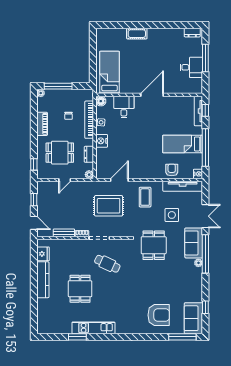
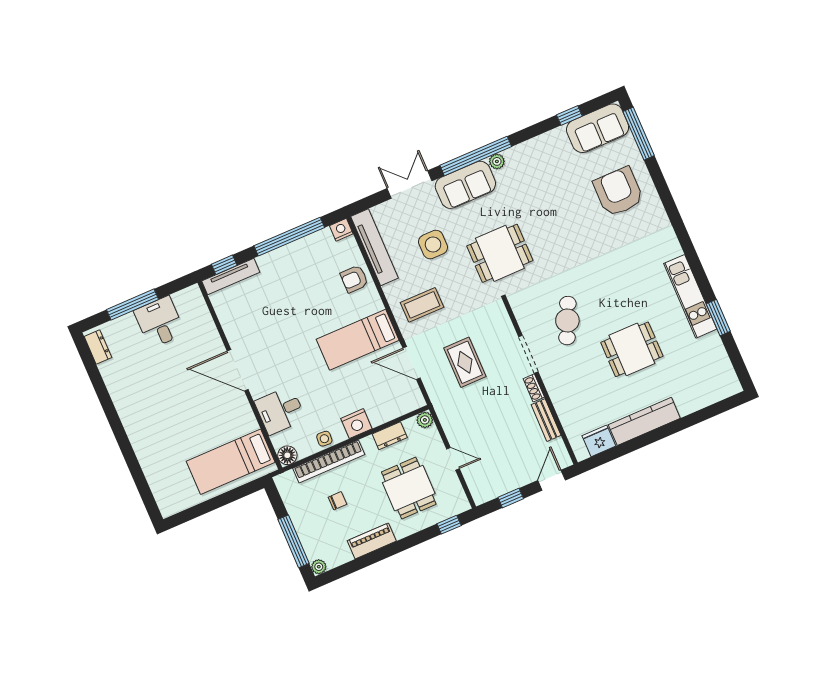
cot: (137, 34) -> (142, 443), removed
bed: (183, 144) -> (358, 340), moved, turned 90
rug: (109, 206) -> (465, 362), width x0.73, depth x0.70

